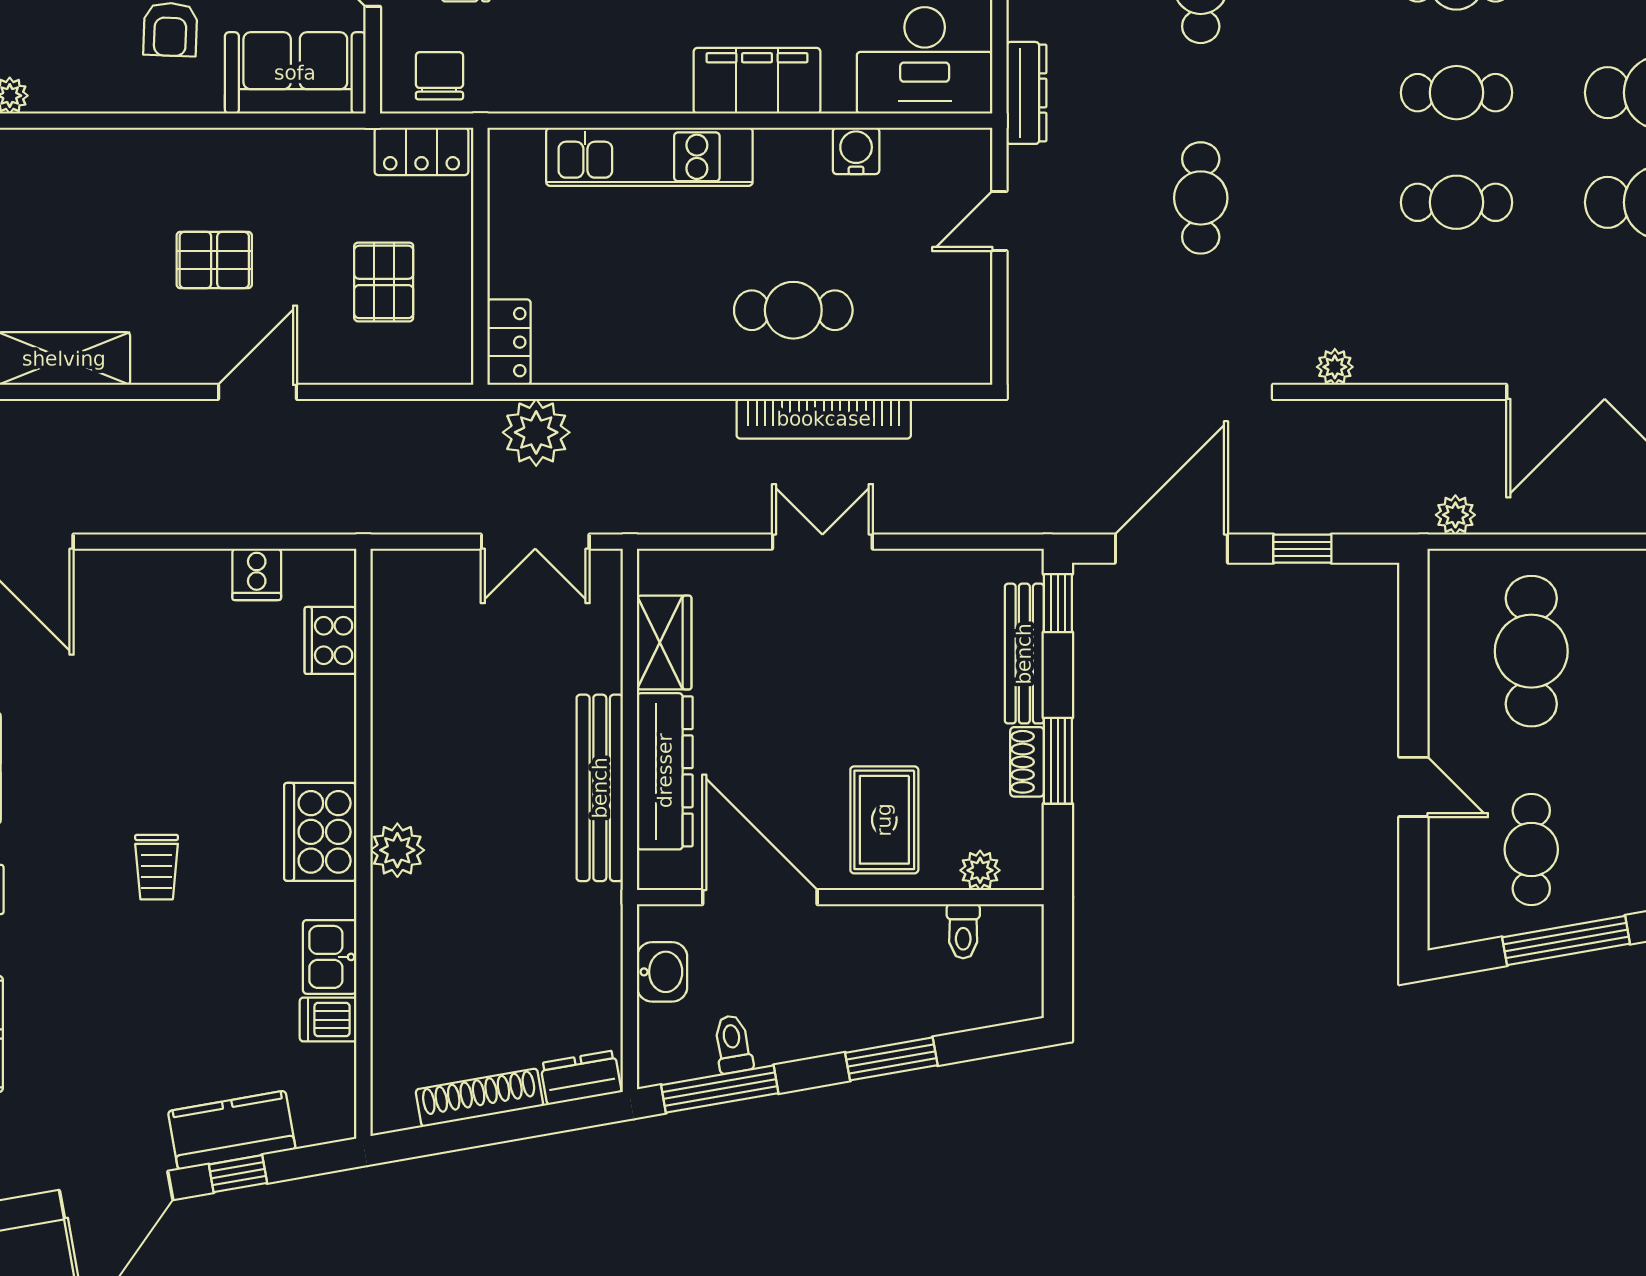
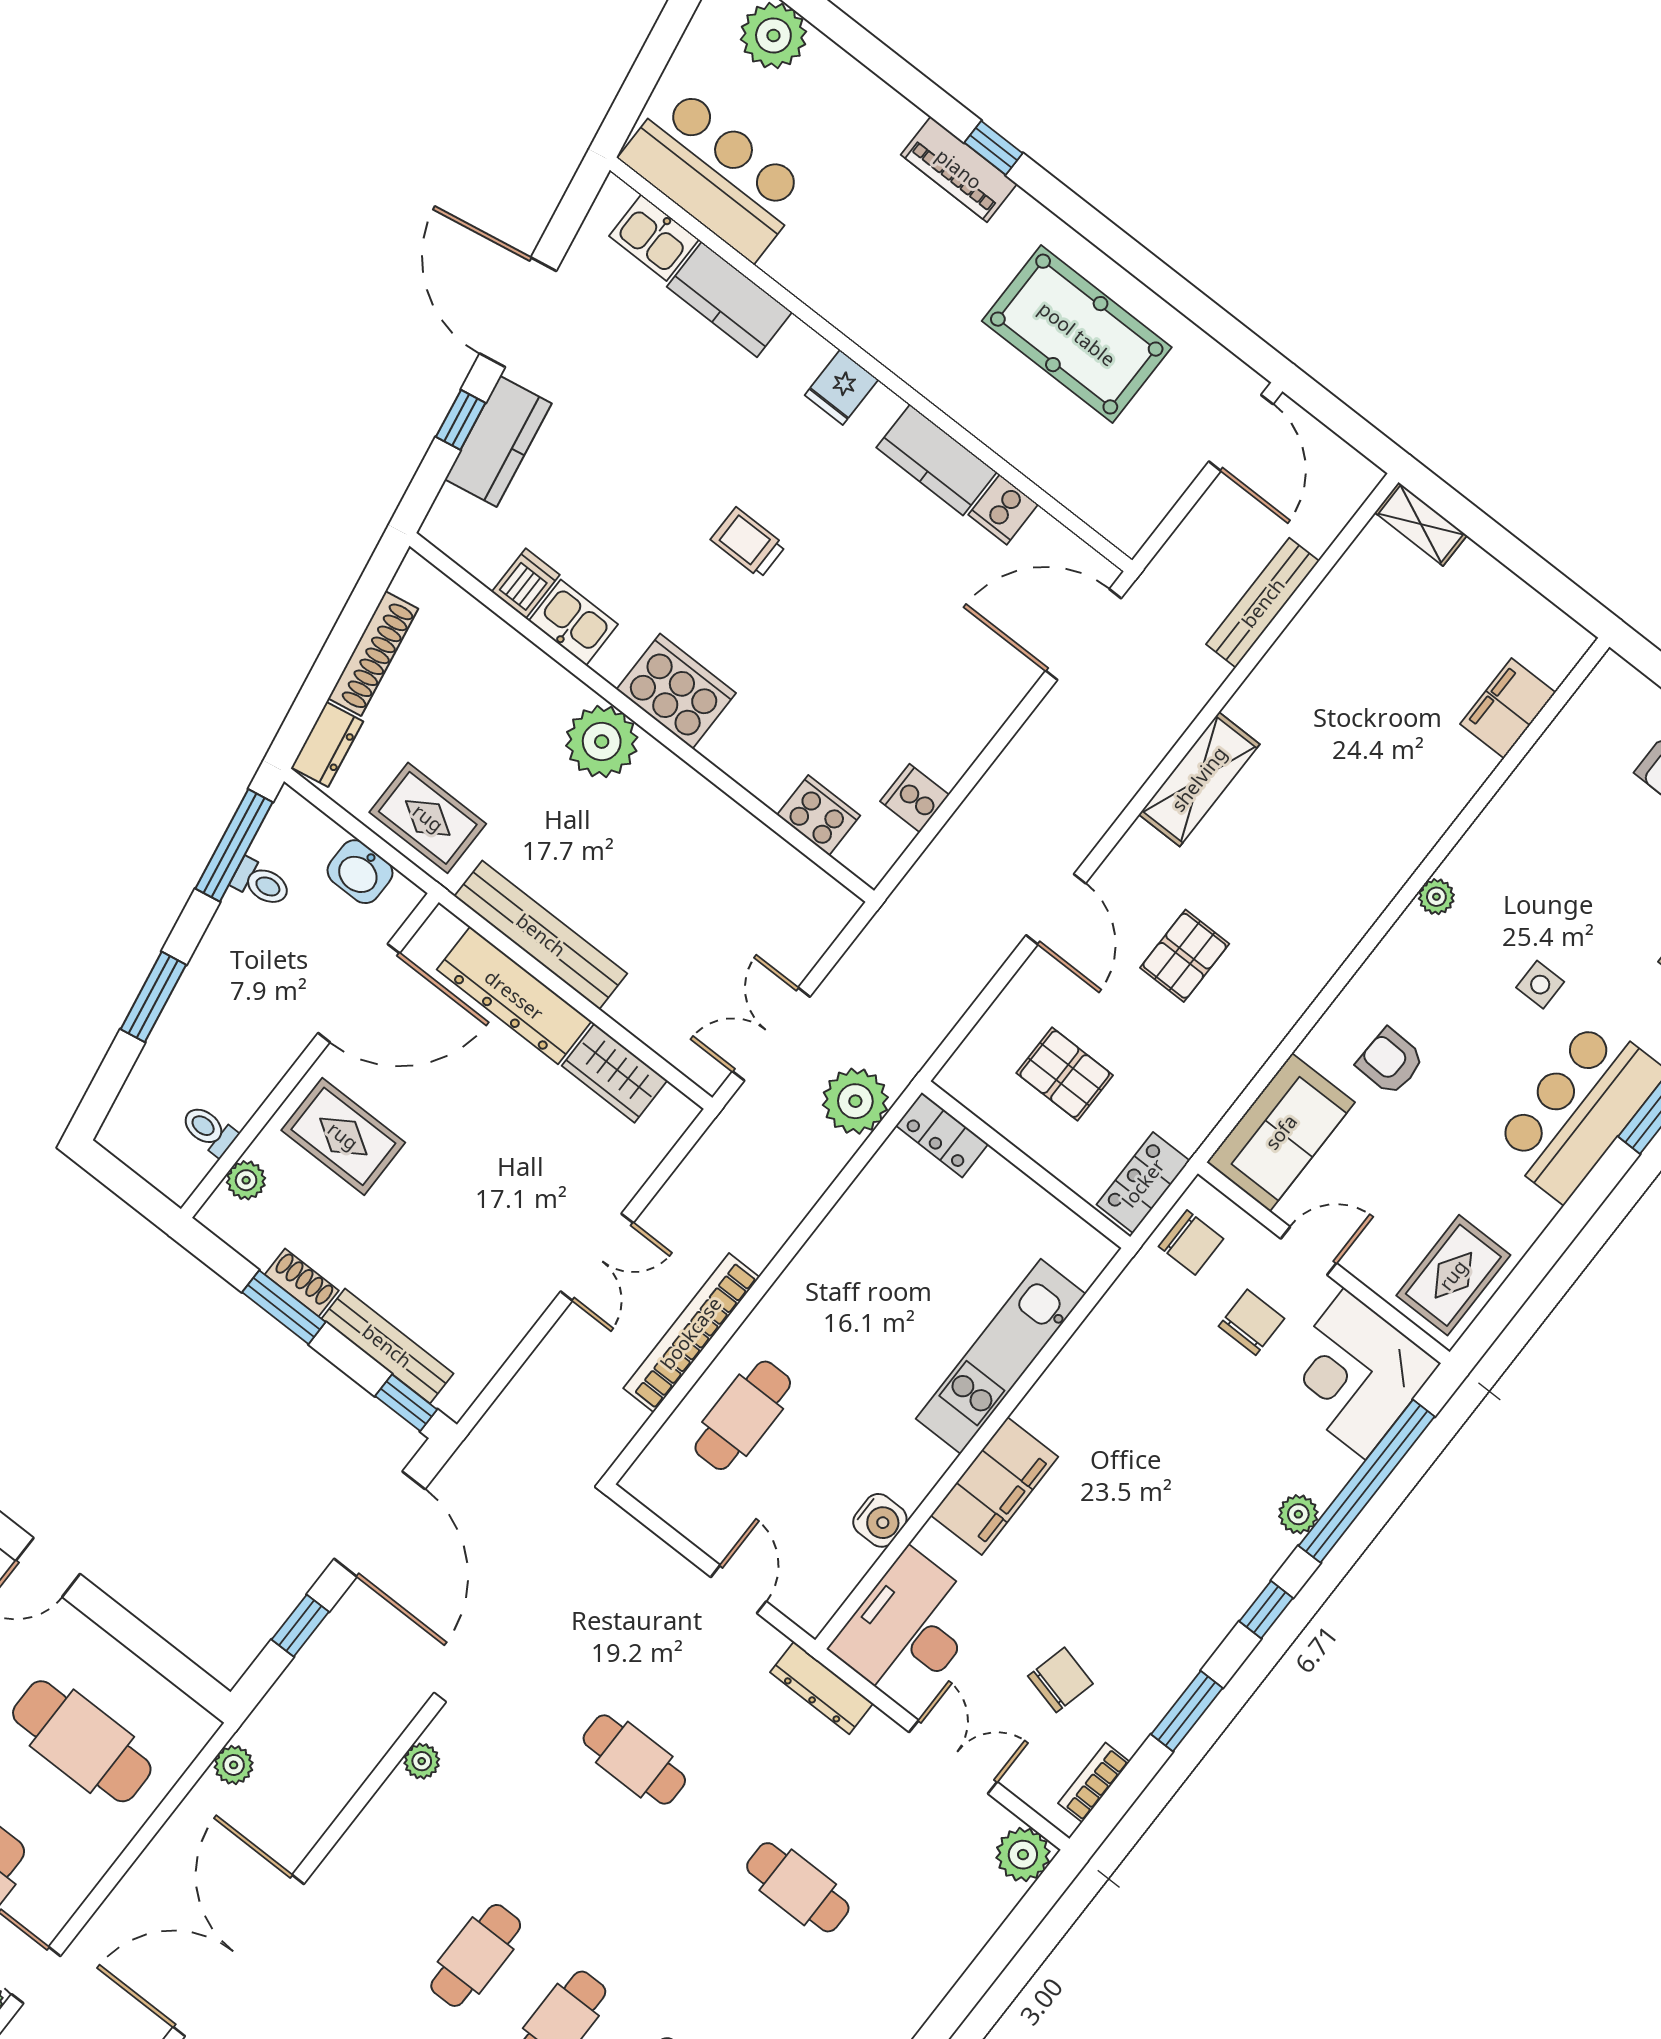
cafe table: (793, 310) -> (743, 1415), moved
plant: (397, 850) -> (602, 742), width x1.36, depth x1.36
rug: (577, 951) -> (428, 818), added

